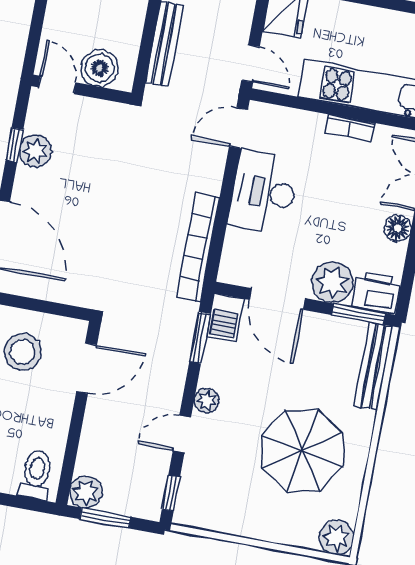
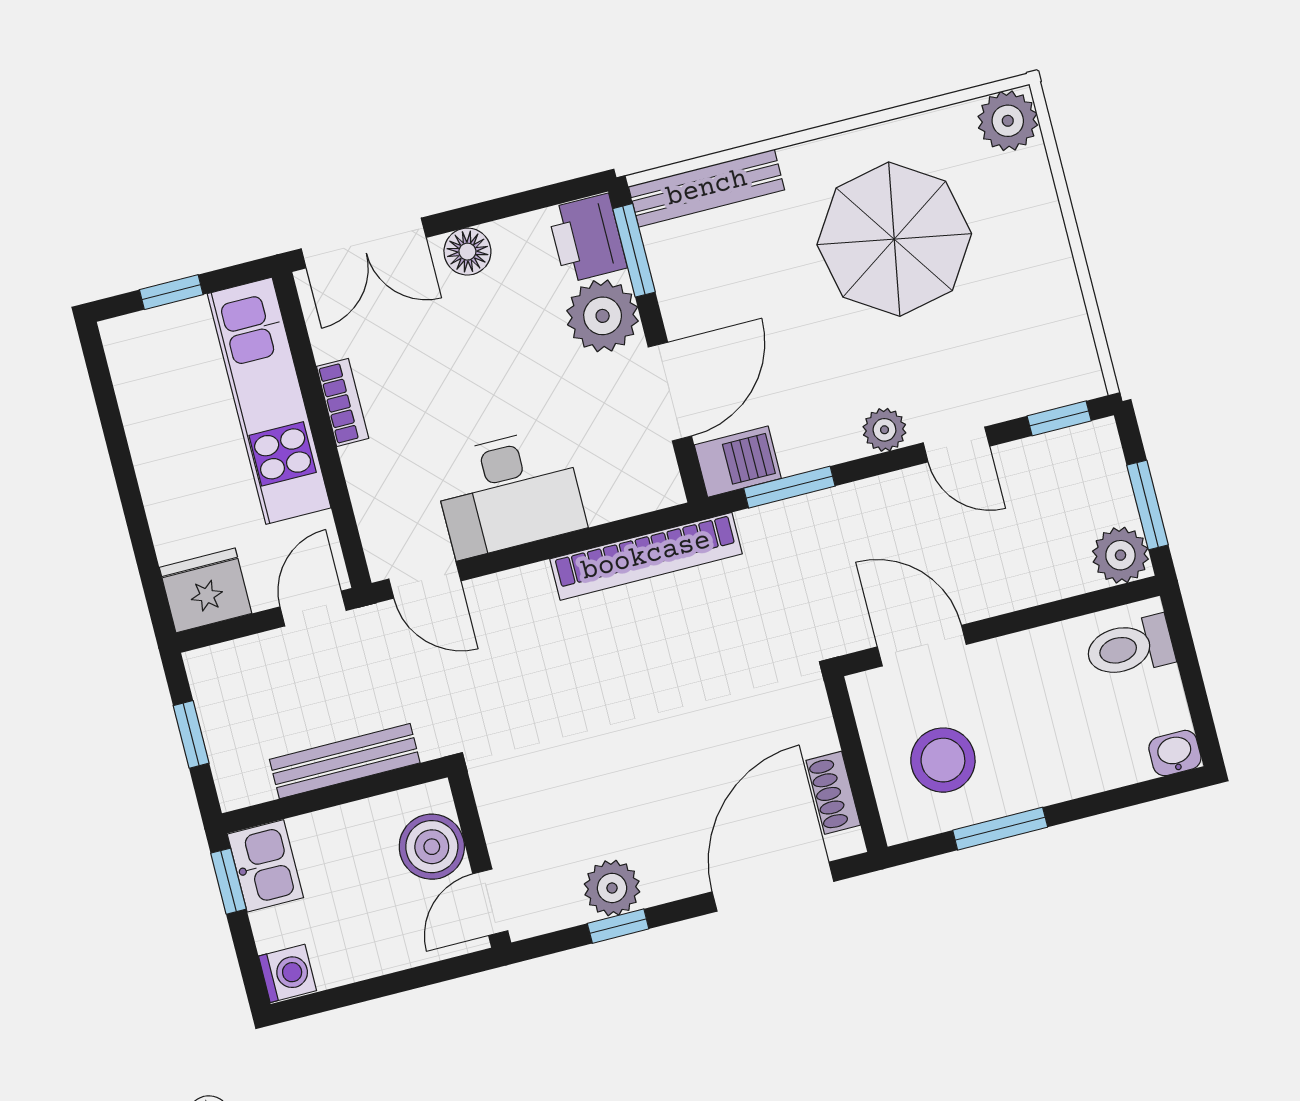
shoe rack: (32, 288) -> (833, 793), added

